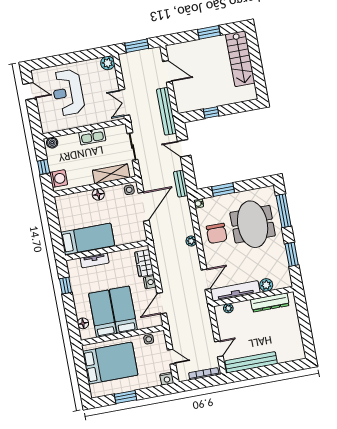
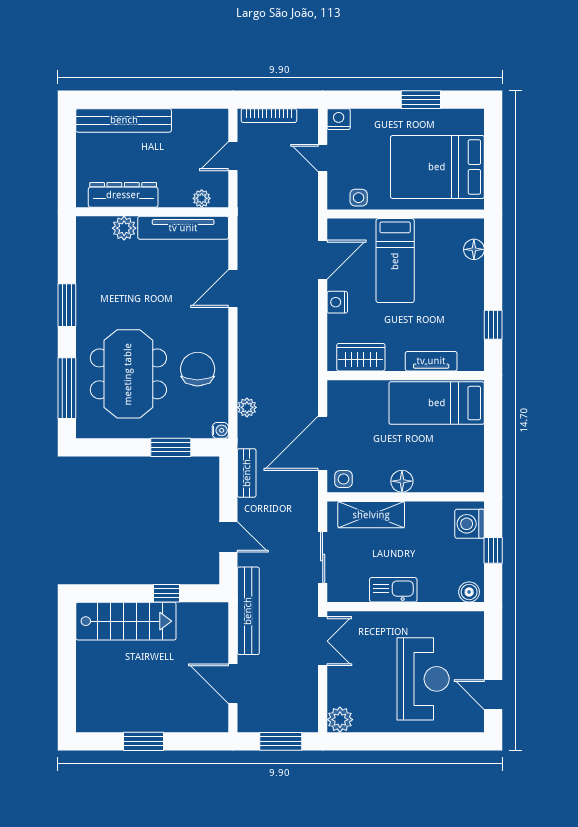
stairs: (240, 59) -> (126, 621), moved, turned 90
plant: (191, 241) -> (247, 407), moved
wardrobe: (144, 263) -> (361, 357), moved, turned -90
plant: (266, 285) -> (124, 228), moved
tv unit: (235, 291) -> (183, 228), moved
wall: (253, 296) -> (152, 212), moved
dresser: (270, 302) -> (123, 195), moved
plant: (228, 308) -> (202, 198), moved
bed: (103, 314) -> (435, 260), removed
bench: (251, 362) -> (124, 120), moved

